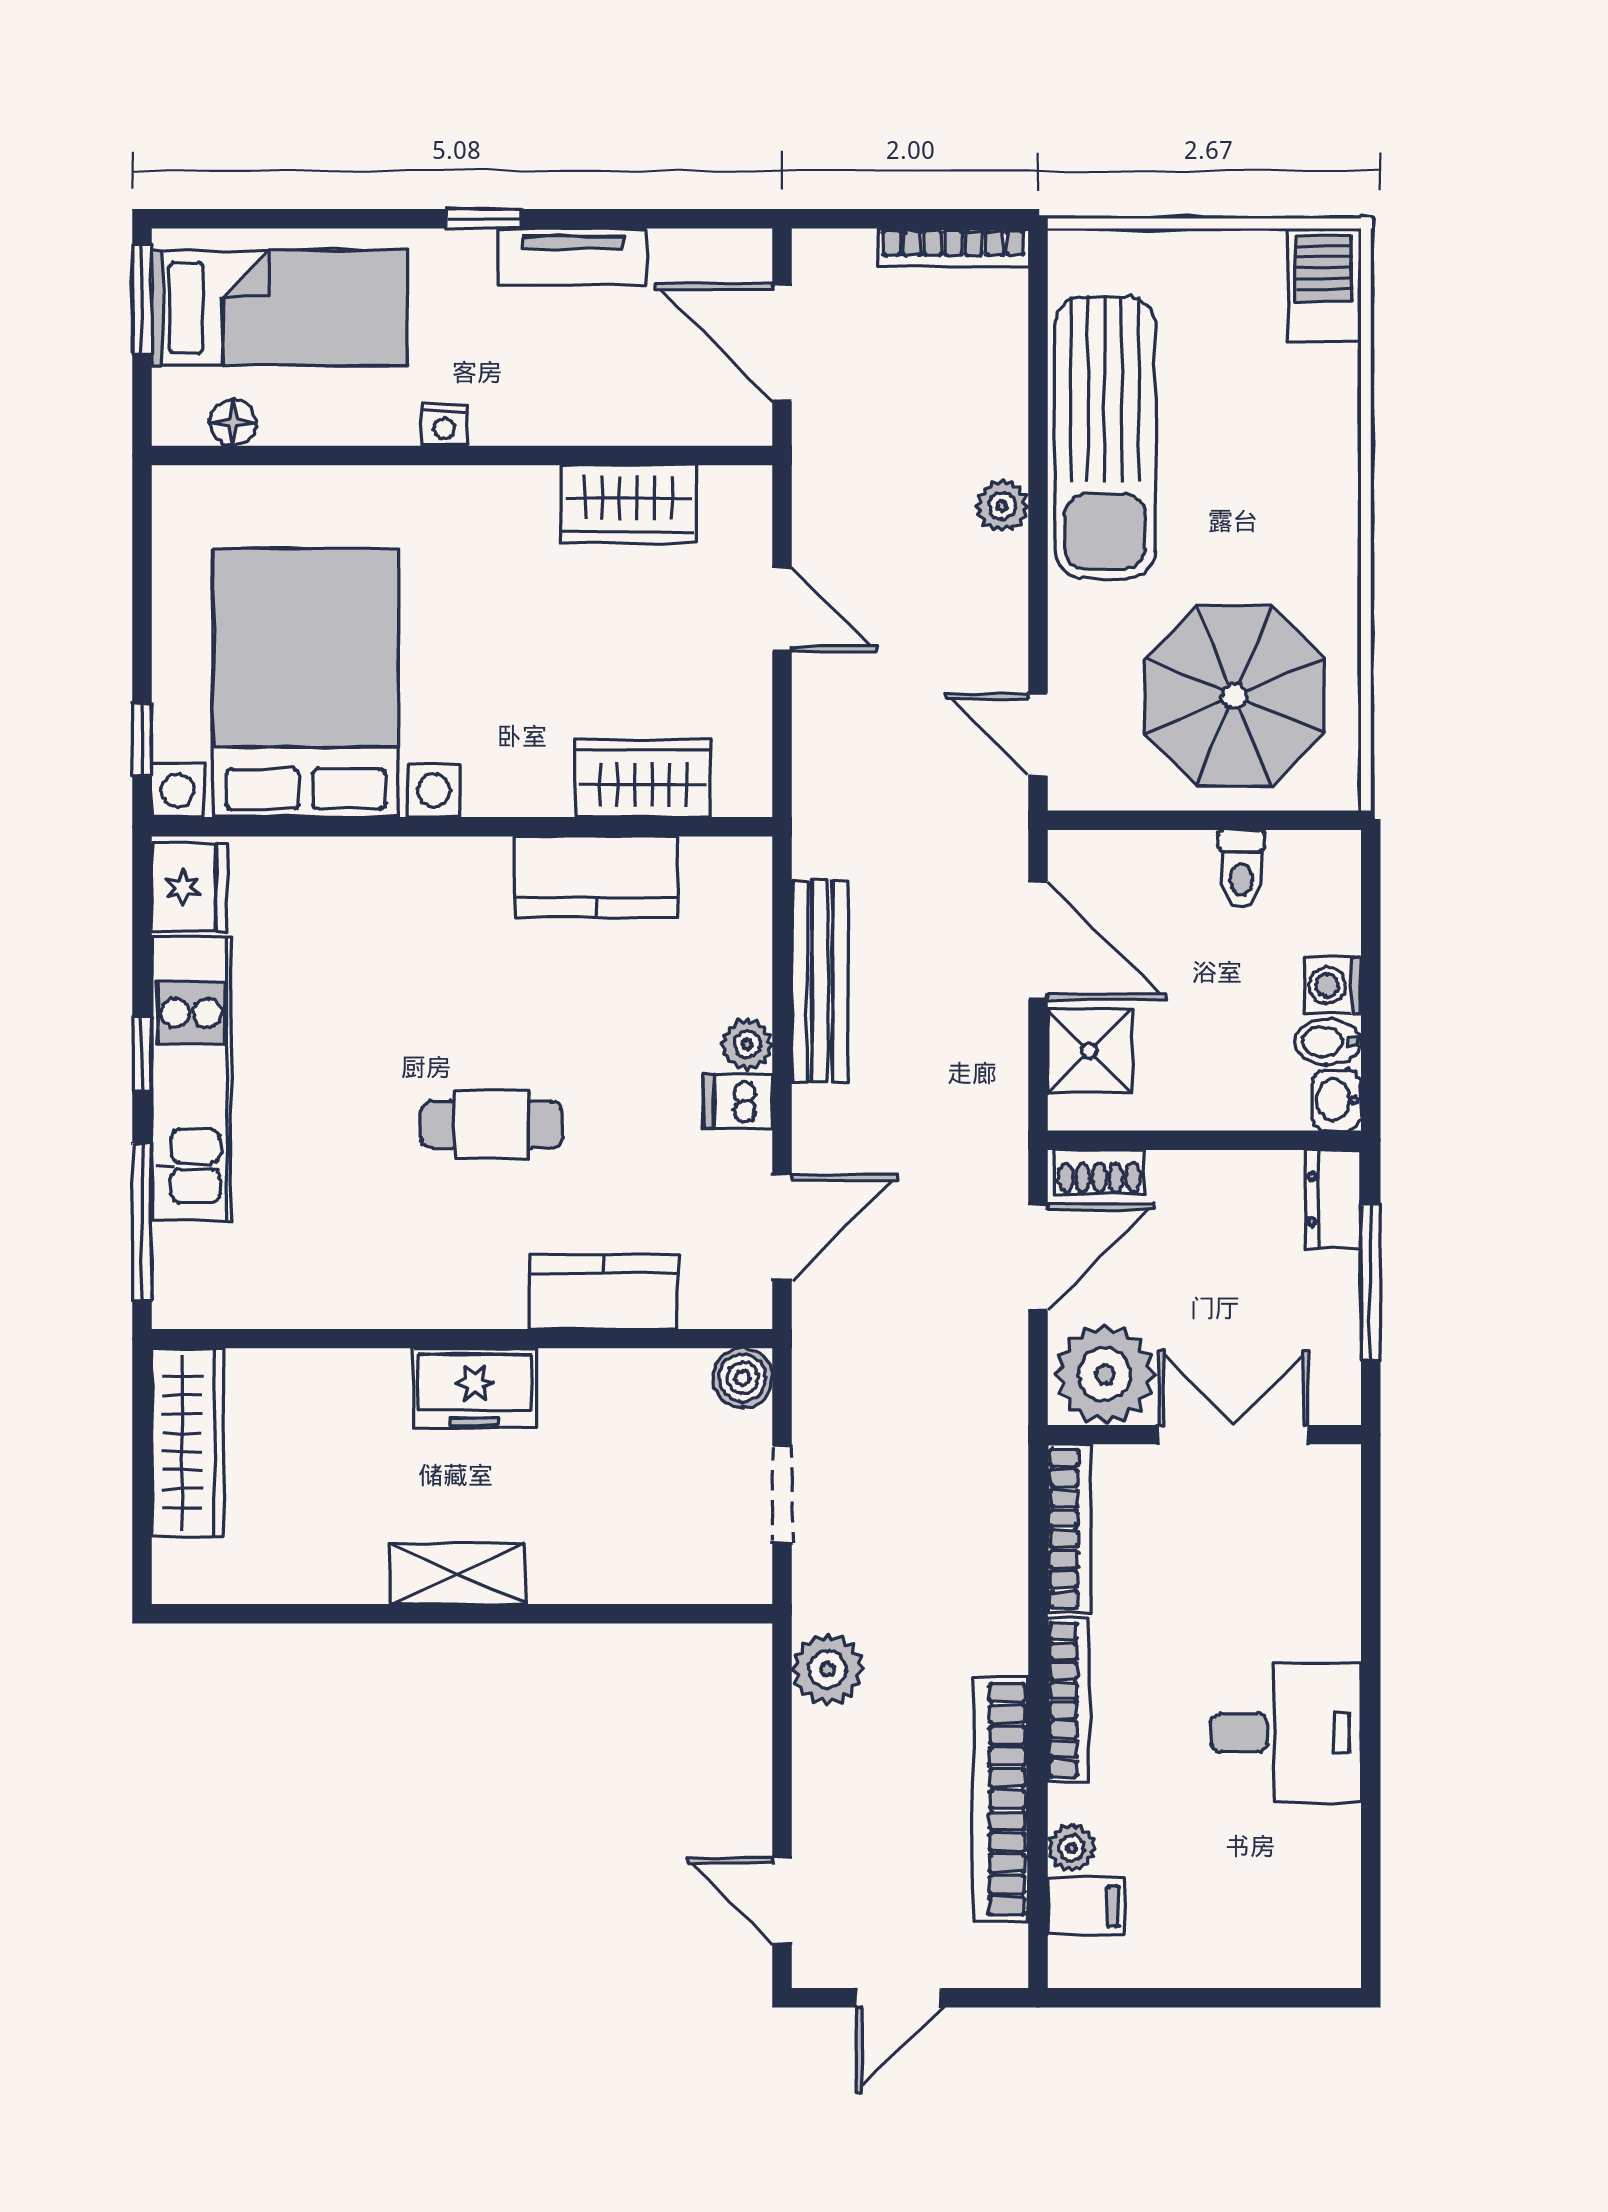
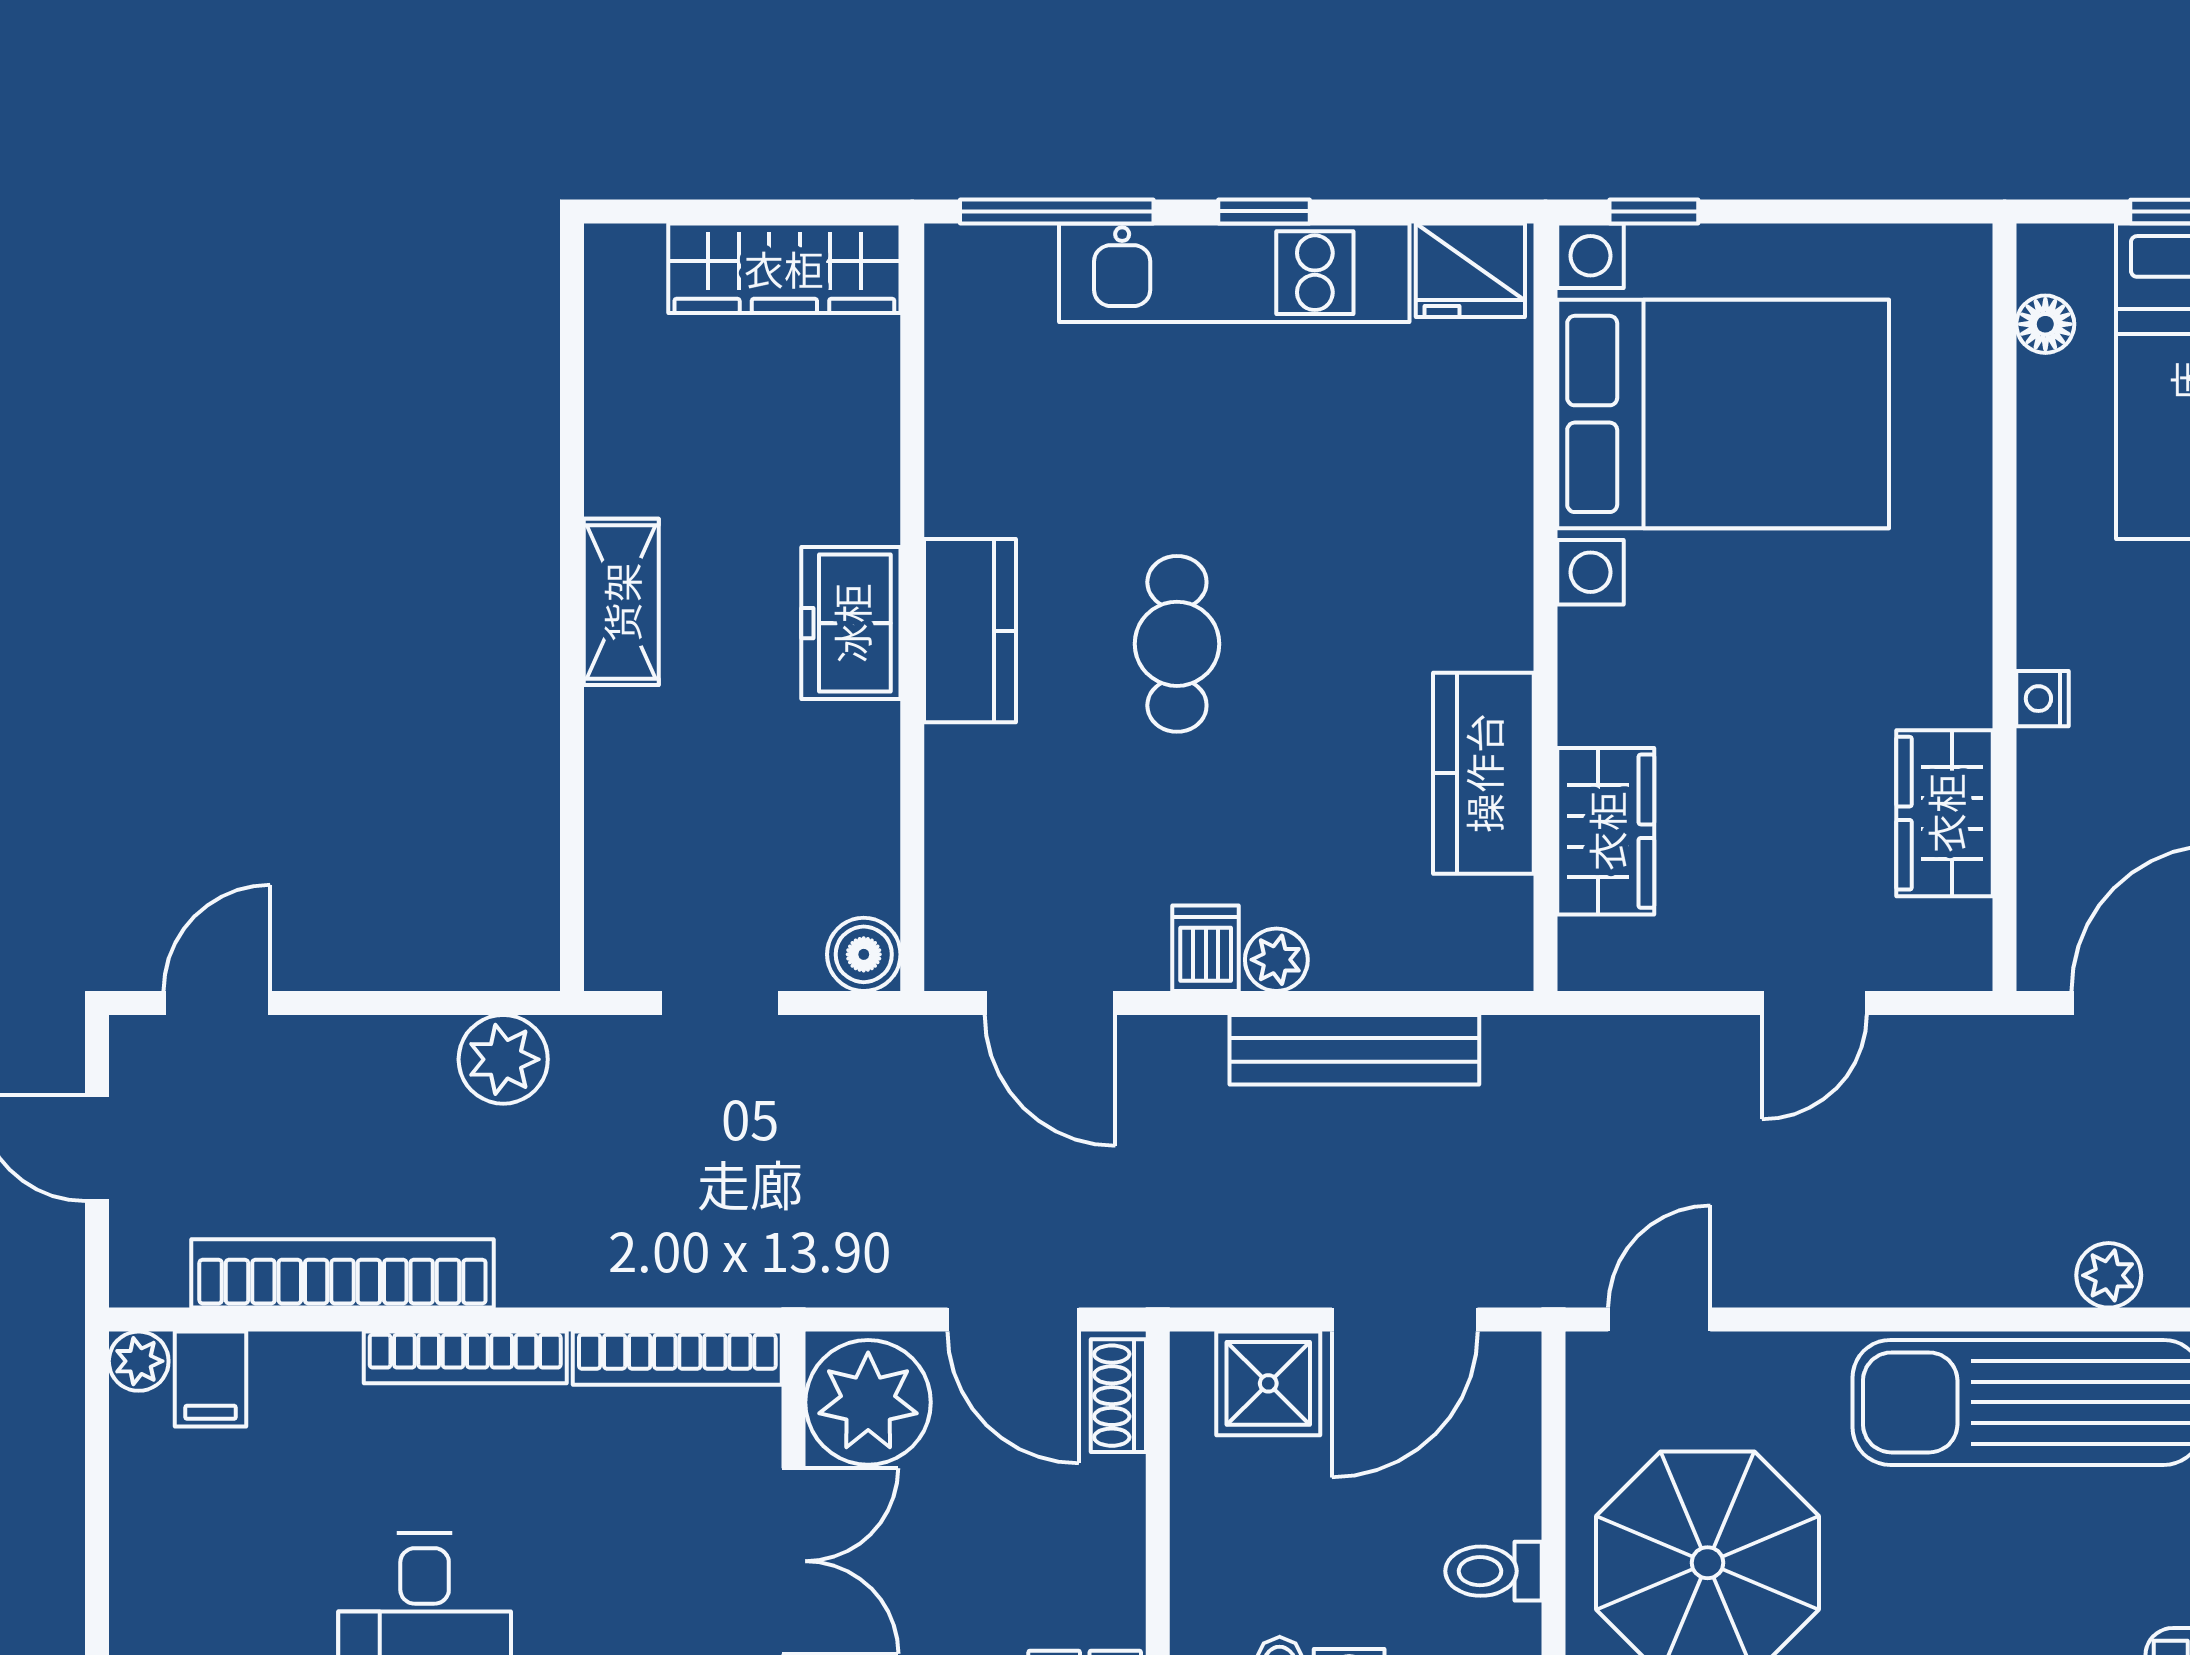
nightstand: (444, 425) -> (2043, 699), moved
plant: (1002, 506) -> (2109, 1275), moved
kitchen counter: (604, 1292) -> (970, 631), moved
plant: (1072, 1848) -> (139, 1361), moved

